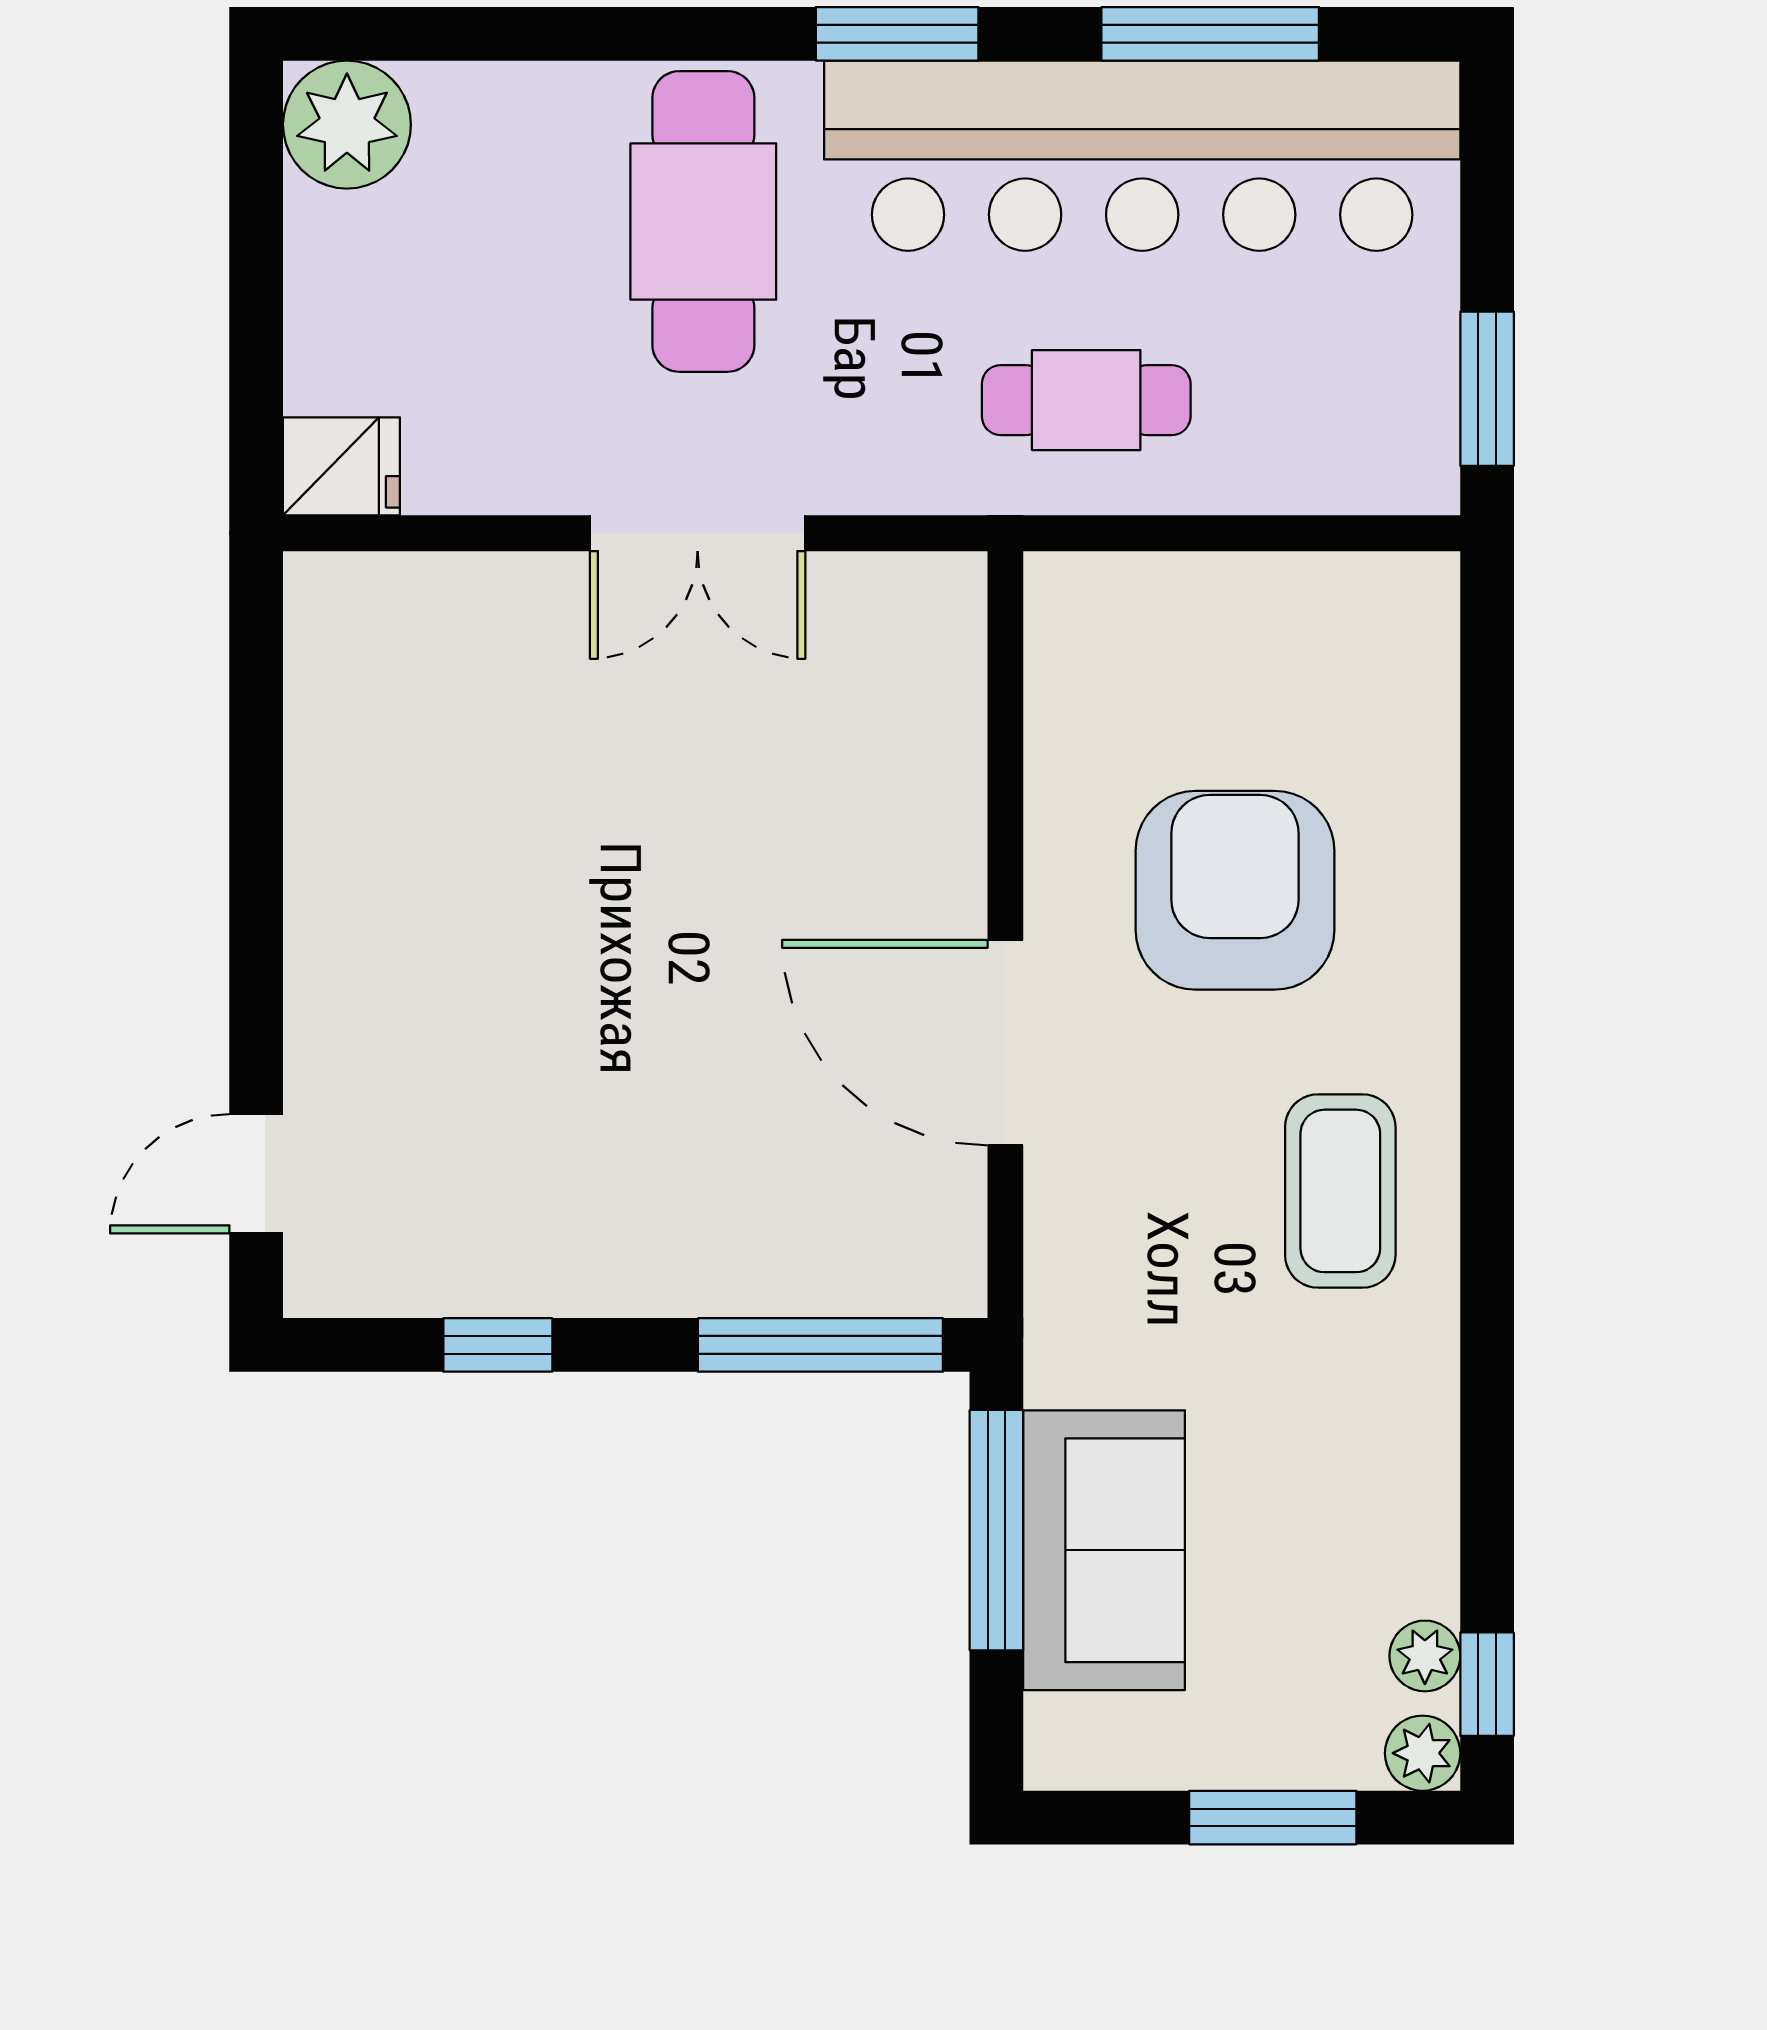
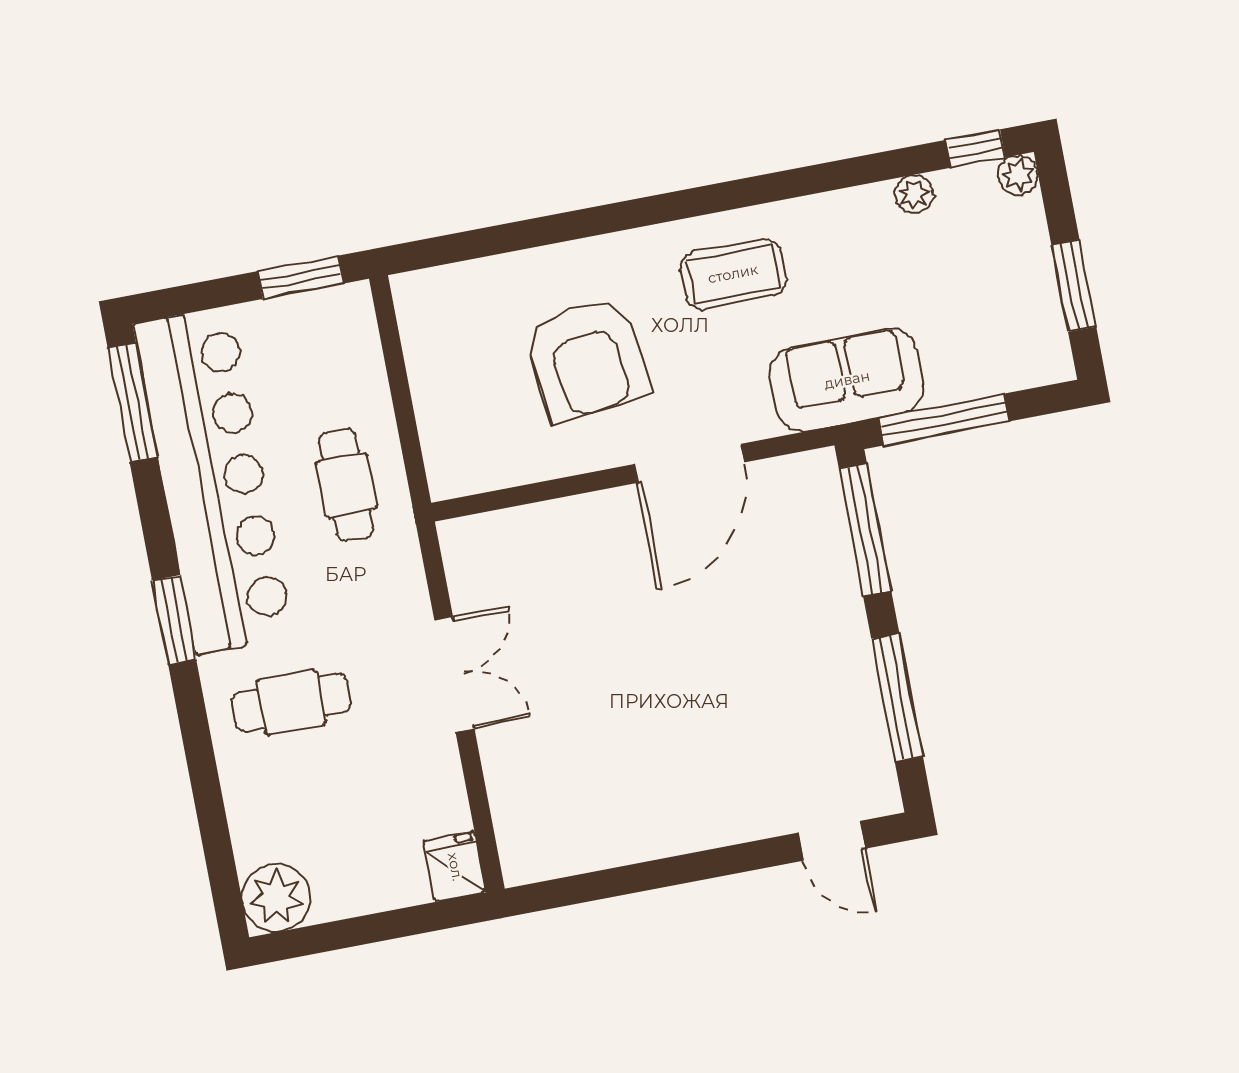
window: (1210, 34) -> (133, 403), moved
cafe table: (703, 221) -> (291, 702), width x0.73, depth x0.74
armchair: (1235, 890) -> (587, 359), turned -97
window: (498, 1345) -> (897, 698), width x2.17
sofa: (1104, 1550) -> (847, 380), moved
plant: (1425, 1656) -> (914, 194), moved
window: (1273, 1818) -> (1074, 286), moved

